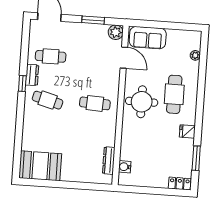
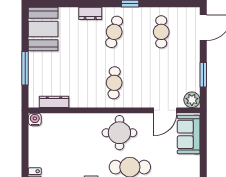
dresser: (32, 75) -> (90, 13), moved
water cooler: (125, 167) -> (35, 119), moved
window: (76, 185) -> (25, 68), added

